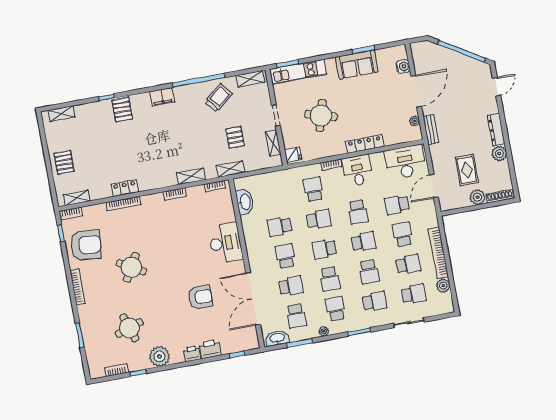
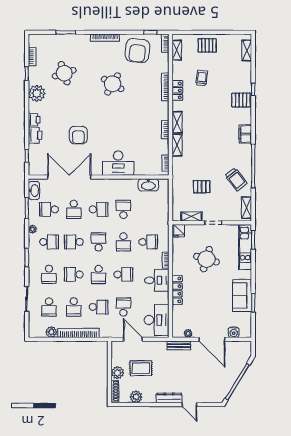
door: (496, 87) -> (189, 405), moved
plant: (499, 154) -> (136, 397), moved
trolley: (104, 162) -> (202, 78), added
shelving: (230, 169) -> (177, 122), moved
school desk: (358, 212) -> (123, 274), turned 180

